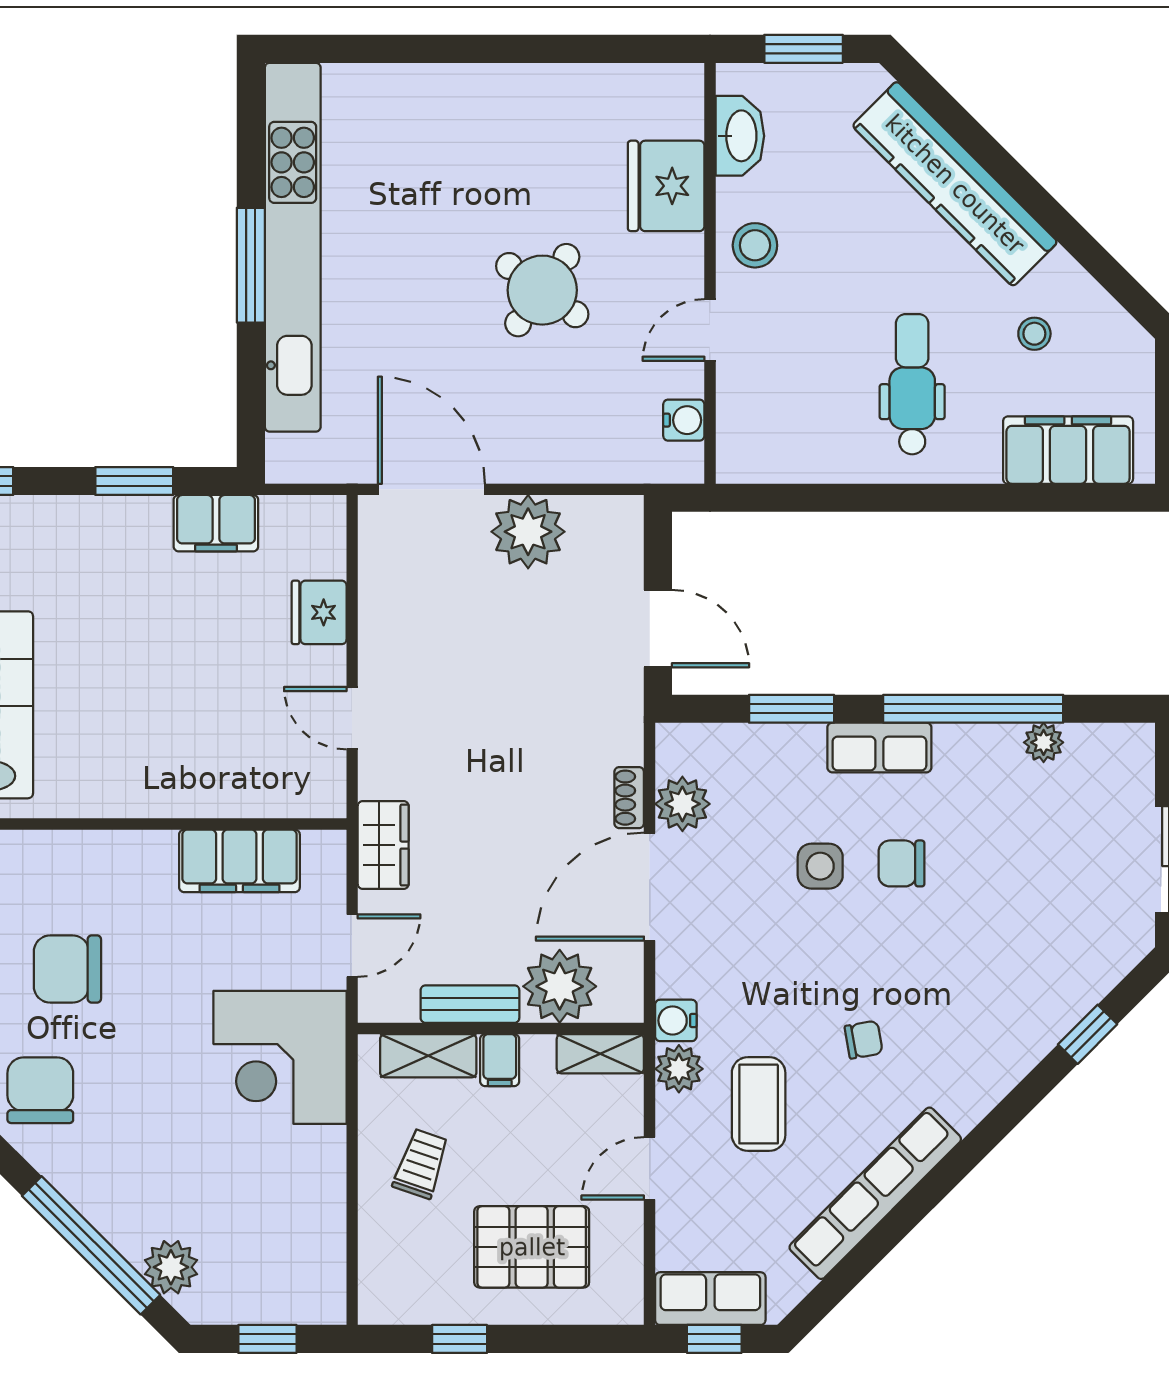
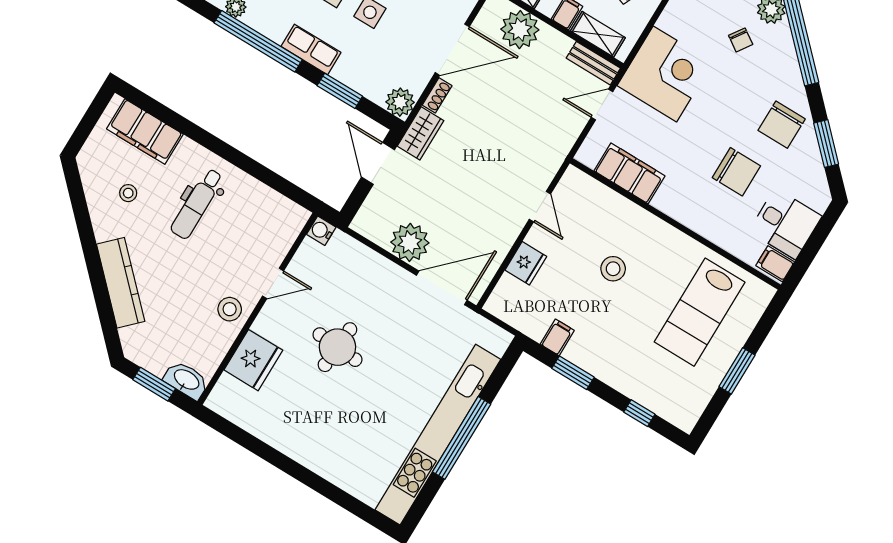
washbasin: (740, 136) -> (186, 380), moved, turned 90
kitchen counter: (955, 184) -> (121, 283), width x0.72, depth x0.86
window: (251, 265) -> (462, 438), width x1.46
round table: (542, 290) -> (337, 347), turned -32
water cooler: (684, 420) -> (321, 231), moved
door: (431, 489) -> (442, 288), swing flipped
filing cabinet: (216, 523) -> (557, 337), width x0.50
stool: (172, 690) -> (613, 269), added
plant: (682, 804) -> (400, 102), moved
wardrobe: (383, 845) -> (420, 133), moved, turned 180
bench: (470, 1004) -> (593, 63), moved
chair: (191, 1187) -> (741, 40), added

